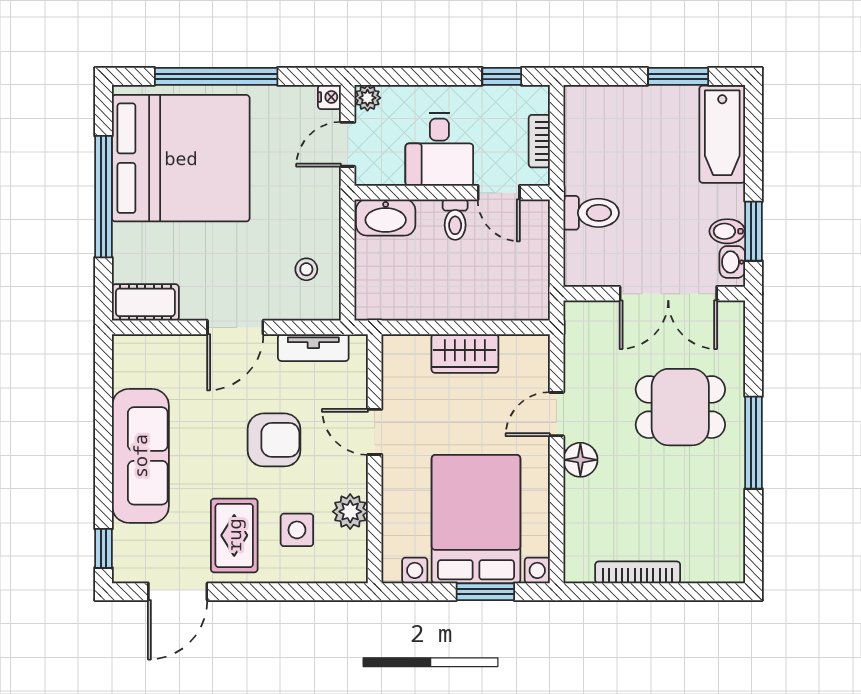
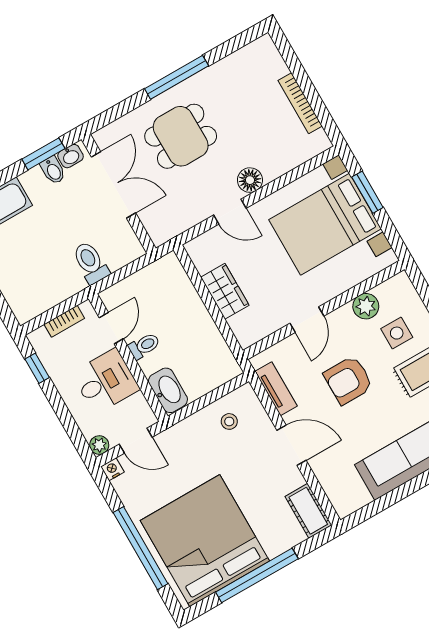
dining table: (680, 407) -> (181, 136), turned 90
armchair: (274, 440) -> (348, 380), turned -90

